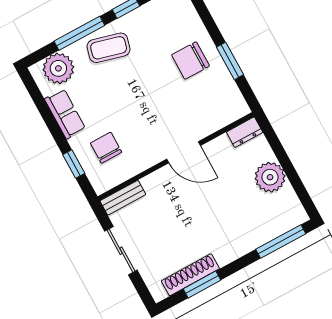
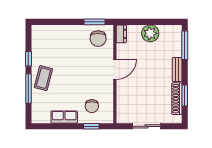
chair: (191, 61) -> (98, 39), moved
window: (230, 61) -> (94, 22), moved
plant: (58, 68) -> (40, 108), removed
chair: (106, 148) -> (92, 106), turned -90
bench: (123, 198) -> (177, 70), moved

